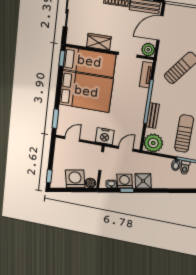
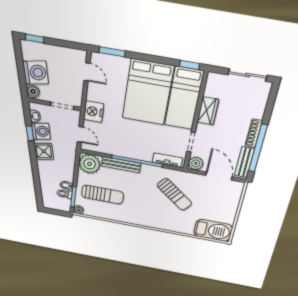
bench: (153, 116) -> (121, 165), width x1.36

